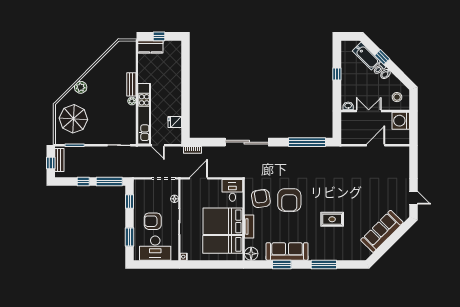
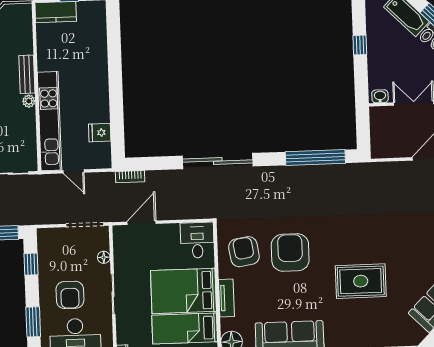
armchair: (289, 200) -> (290, 253), turned 180
rug: (332, 219) -> (361, 281), width x1.36, depth x1.43
armchair: (153, 221) -> (70, 295), turned -90

